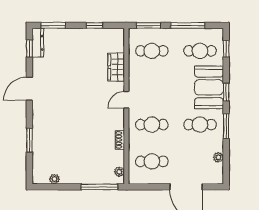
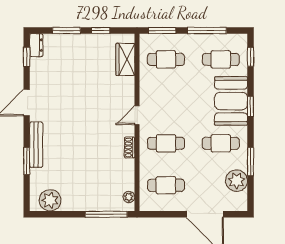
window: (53, 25) -> (66, 30), moved
dresser: (38, 43) -> (36, 45), width x0.70
wardrobe: (116, 67) -> (125, 59), moved
bench: (38, 126) -> (36, 145), added
window: (226, 126) -> (250, 162), moved
shoe rack: (120, 140) -> (130, 147), moved
plant: (218, 157) -> (237, 181), width x1.88, depth x1.88
plant: (54, 179) -> (50, 200), width x1.88, depth x1.88

